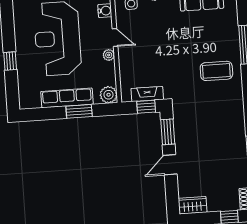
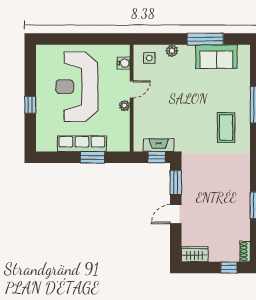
door: (115, 38) -> (132, 89), hinge flipped
coffee table: (216, 71) -> (226, 128), turned 90
plant: (109, 95) -> (122, 143), removed

